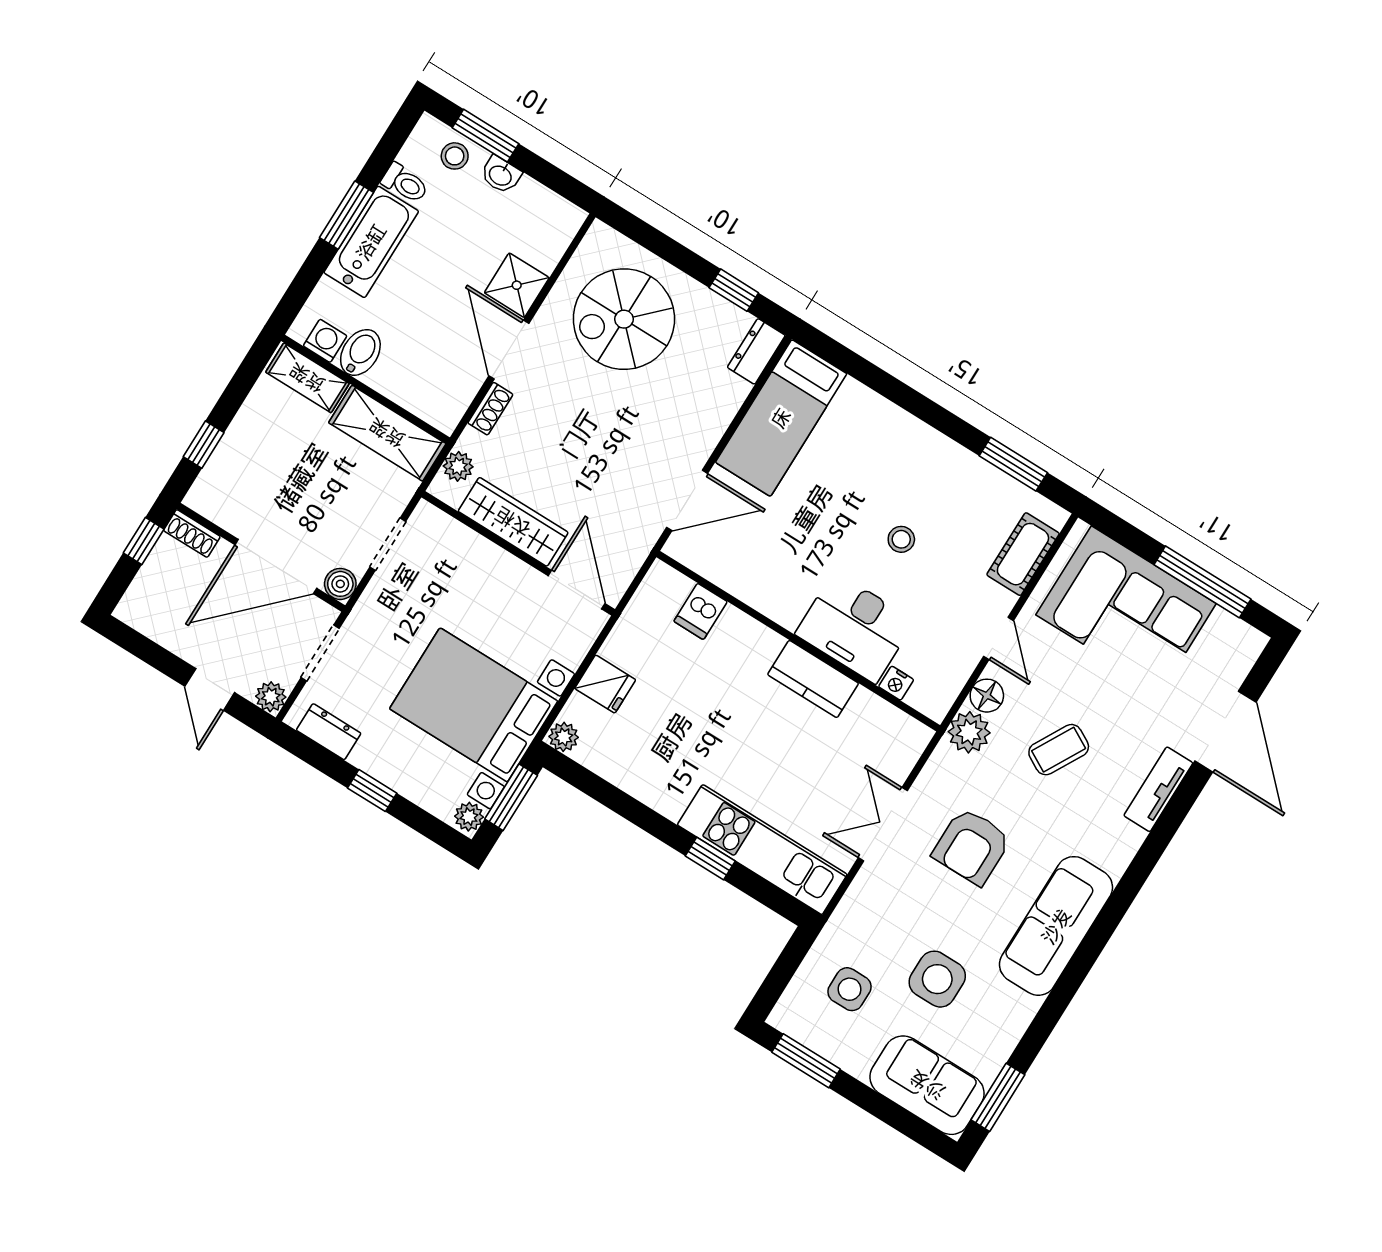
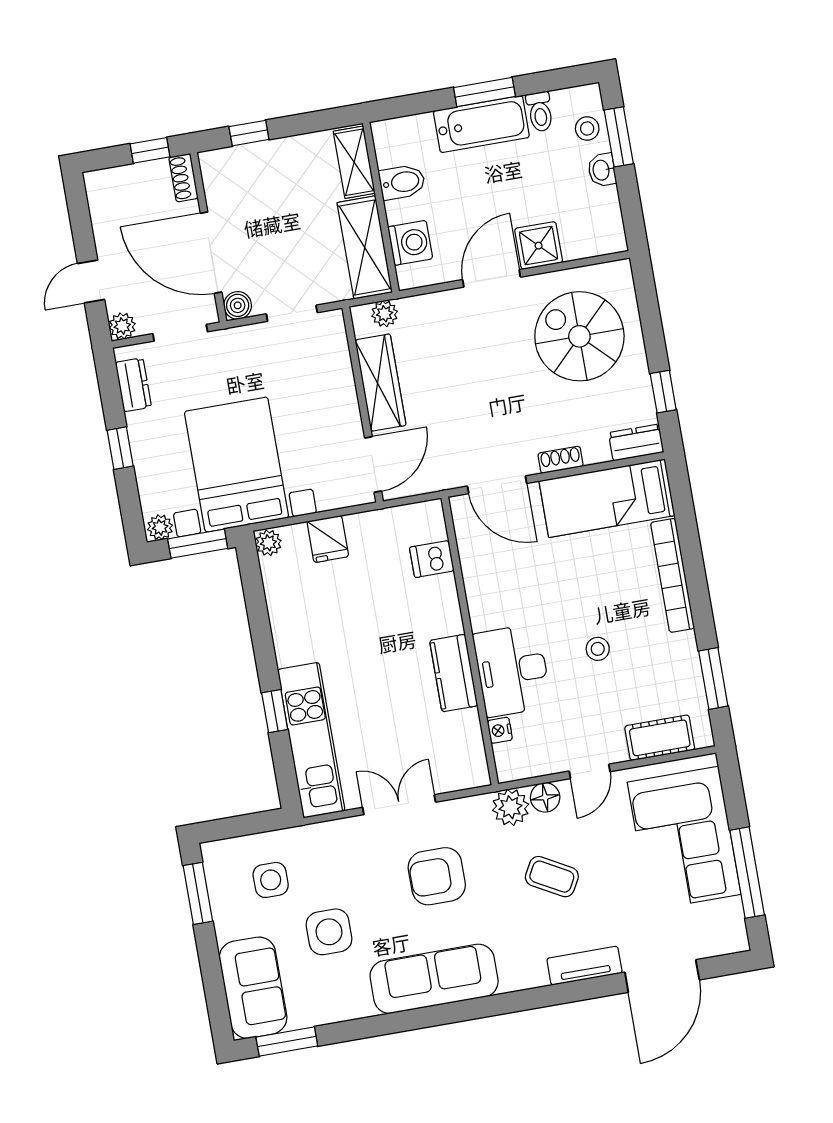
washing machine: (325, 341) -> (410, 243), moved, width x1.38, depth x1.38
shoe rack: (490, 409) -> (561, 460), moved, turned 180
bookcase: (896, 421) -> (673, 575), added

